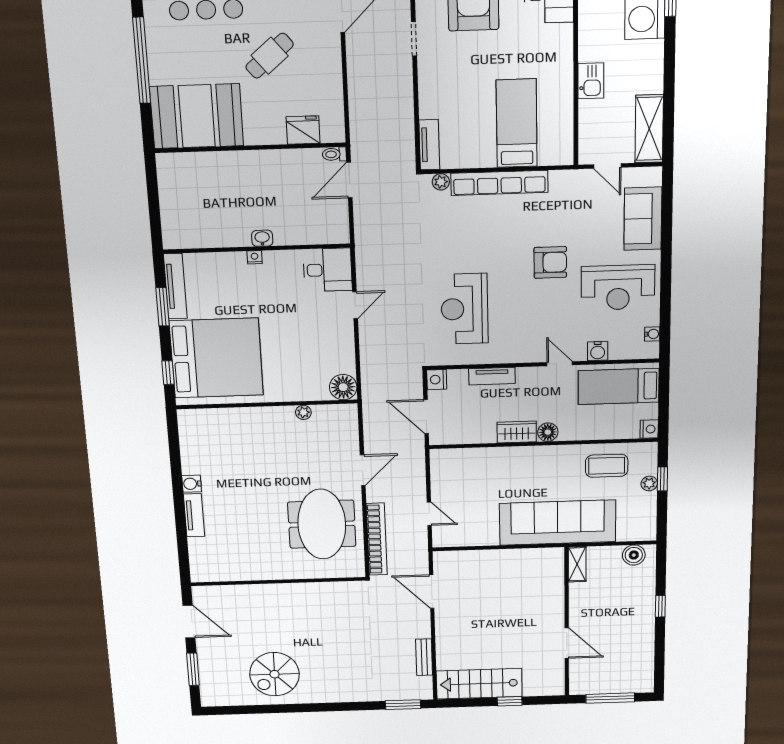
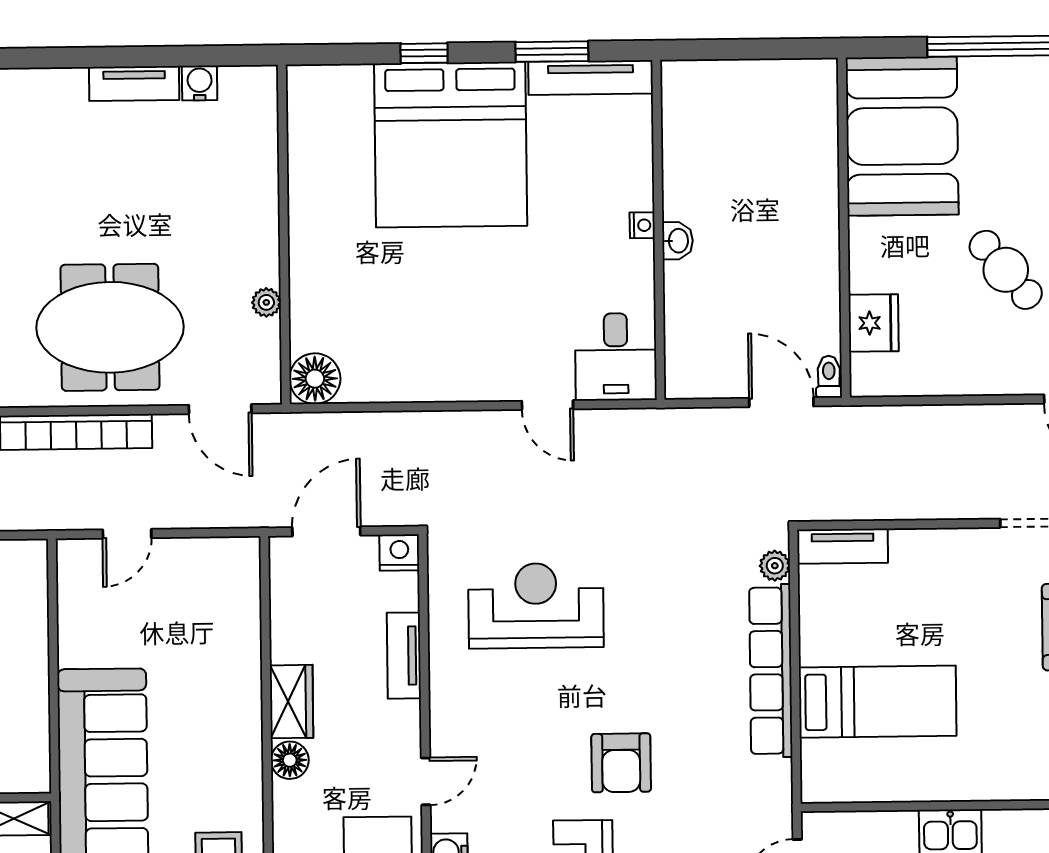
floor lamp: (343, 387) -> (315, 379), moved
wall: (267, 404) -> (284, 234), moved
plant: (303, 412) -> (266, 302), moved

